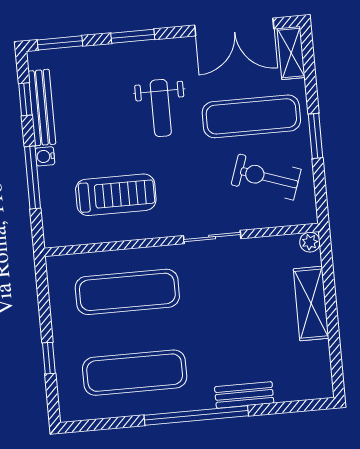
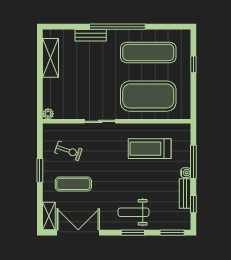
bench: (42, 108) -> (185, 194), width x0.73
weight bench: (161, 108) -> (134, 212), moved, turned -90
exercise mat: (251, 116) -> (73, 184), width x0.73, depth x0.69
exercise bike: (266, 177) -> (68, 151), width x0.73, depth x0.72
exercise mat: (127, 292) -> (148, 96), width x1.47
shelving: (311, 304) -> (50, 58), moved

